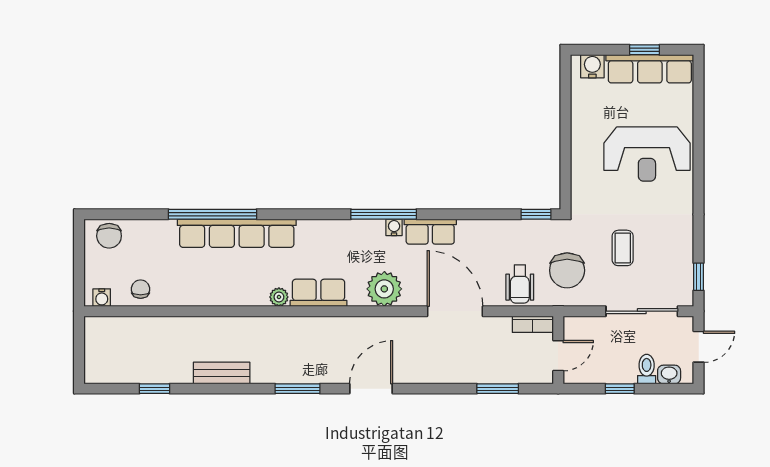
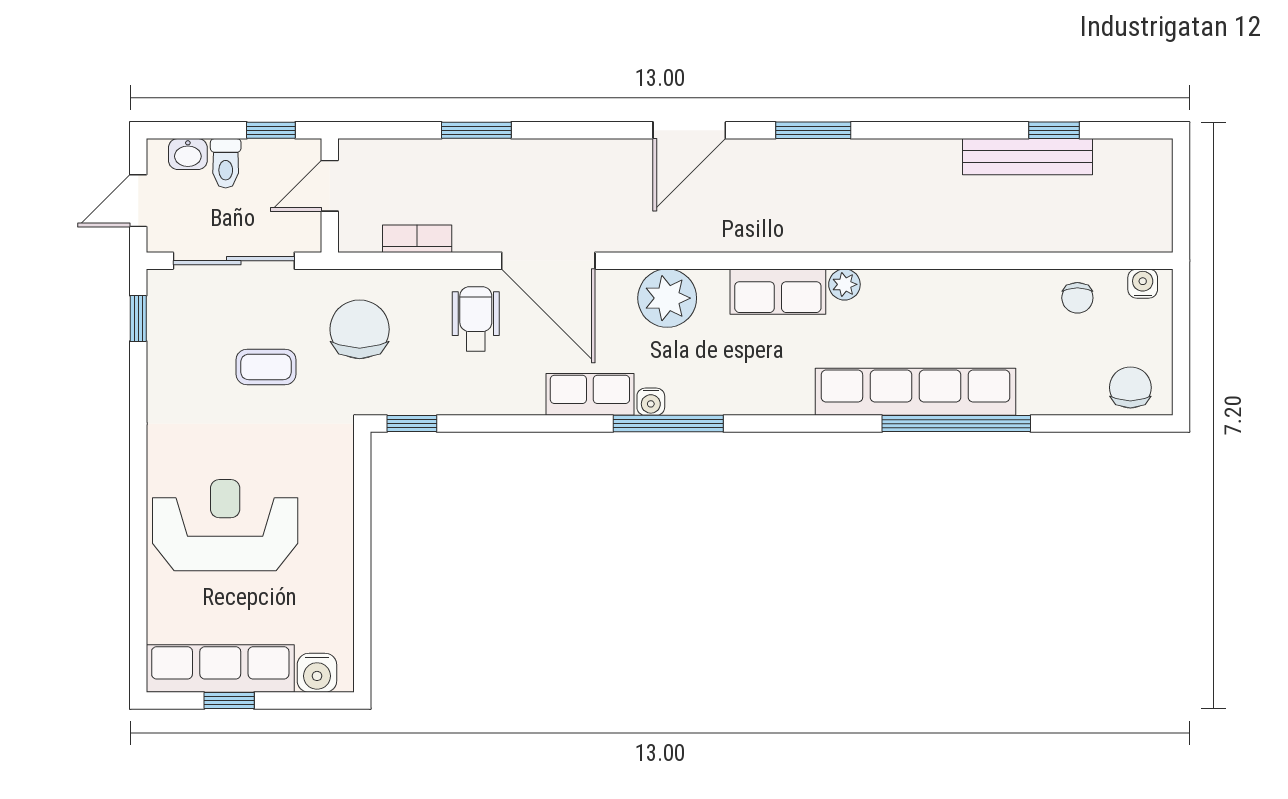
coffee table: (623, 248) -> (266, 367), turned 90
wheelchair: (520, 284) -> (476, 319), moved
wall: (558, 350) -> (330, 195), moved
door: (558, 356) -> (330, 186), moved
bench: (222, 373) -> (1028, 157), moved, width x1.36

